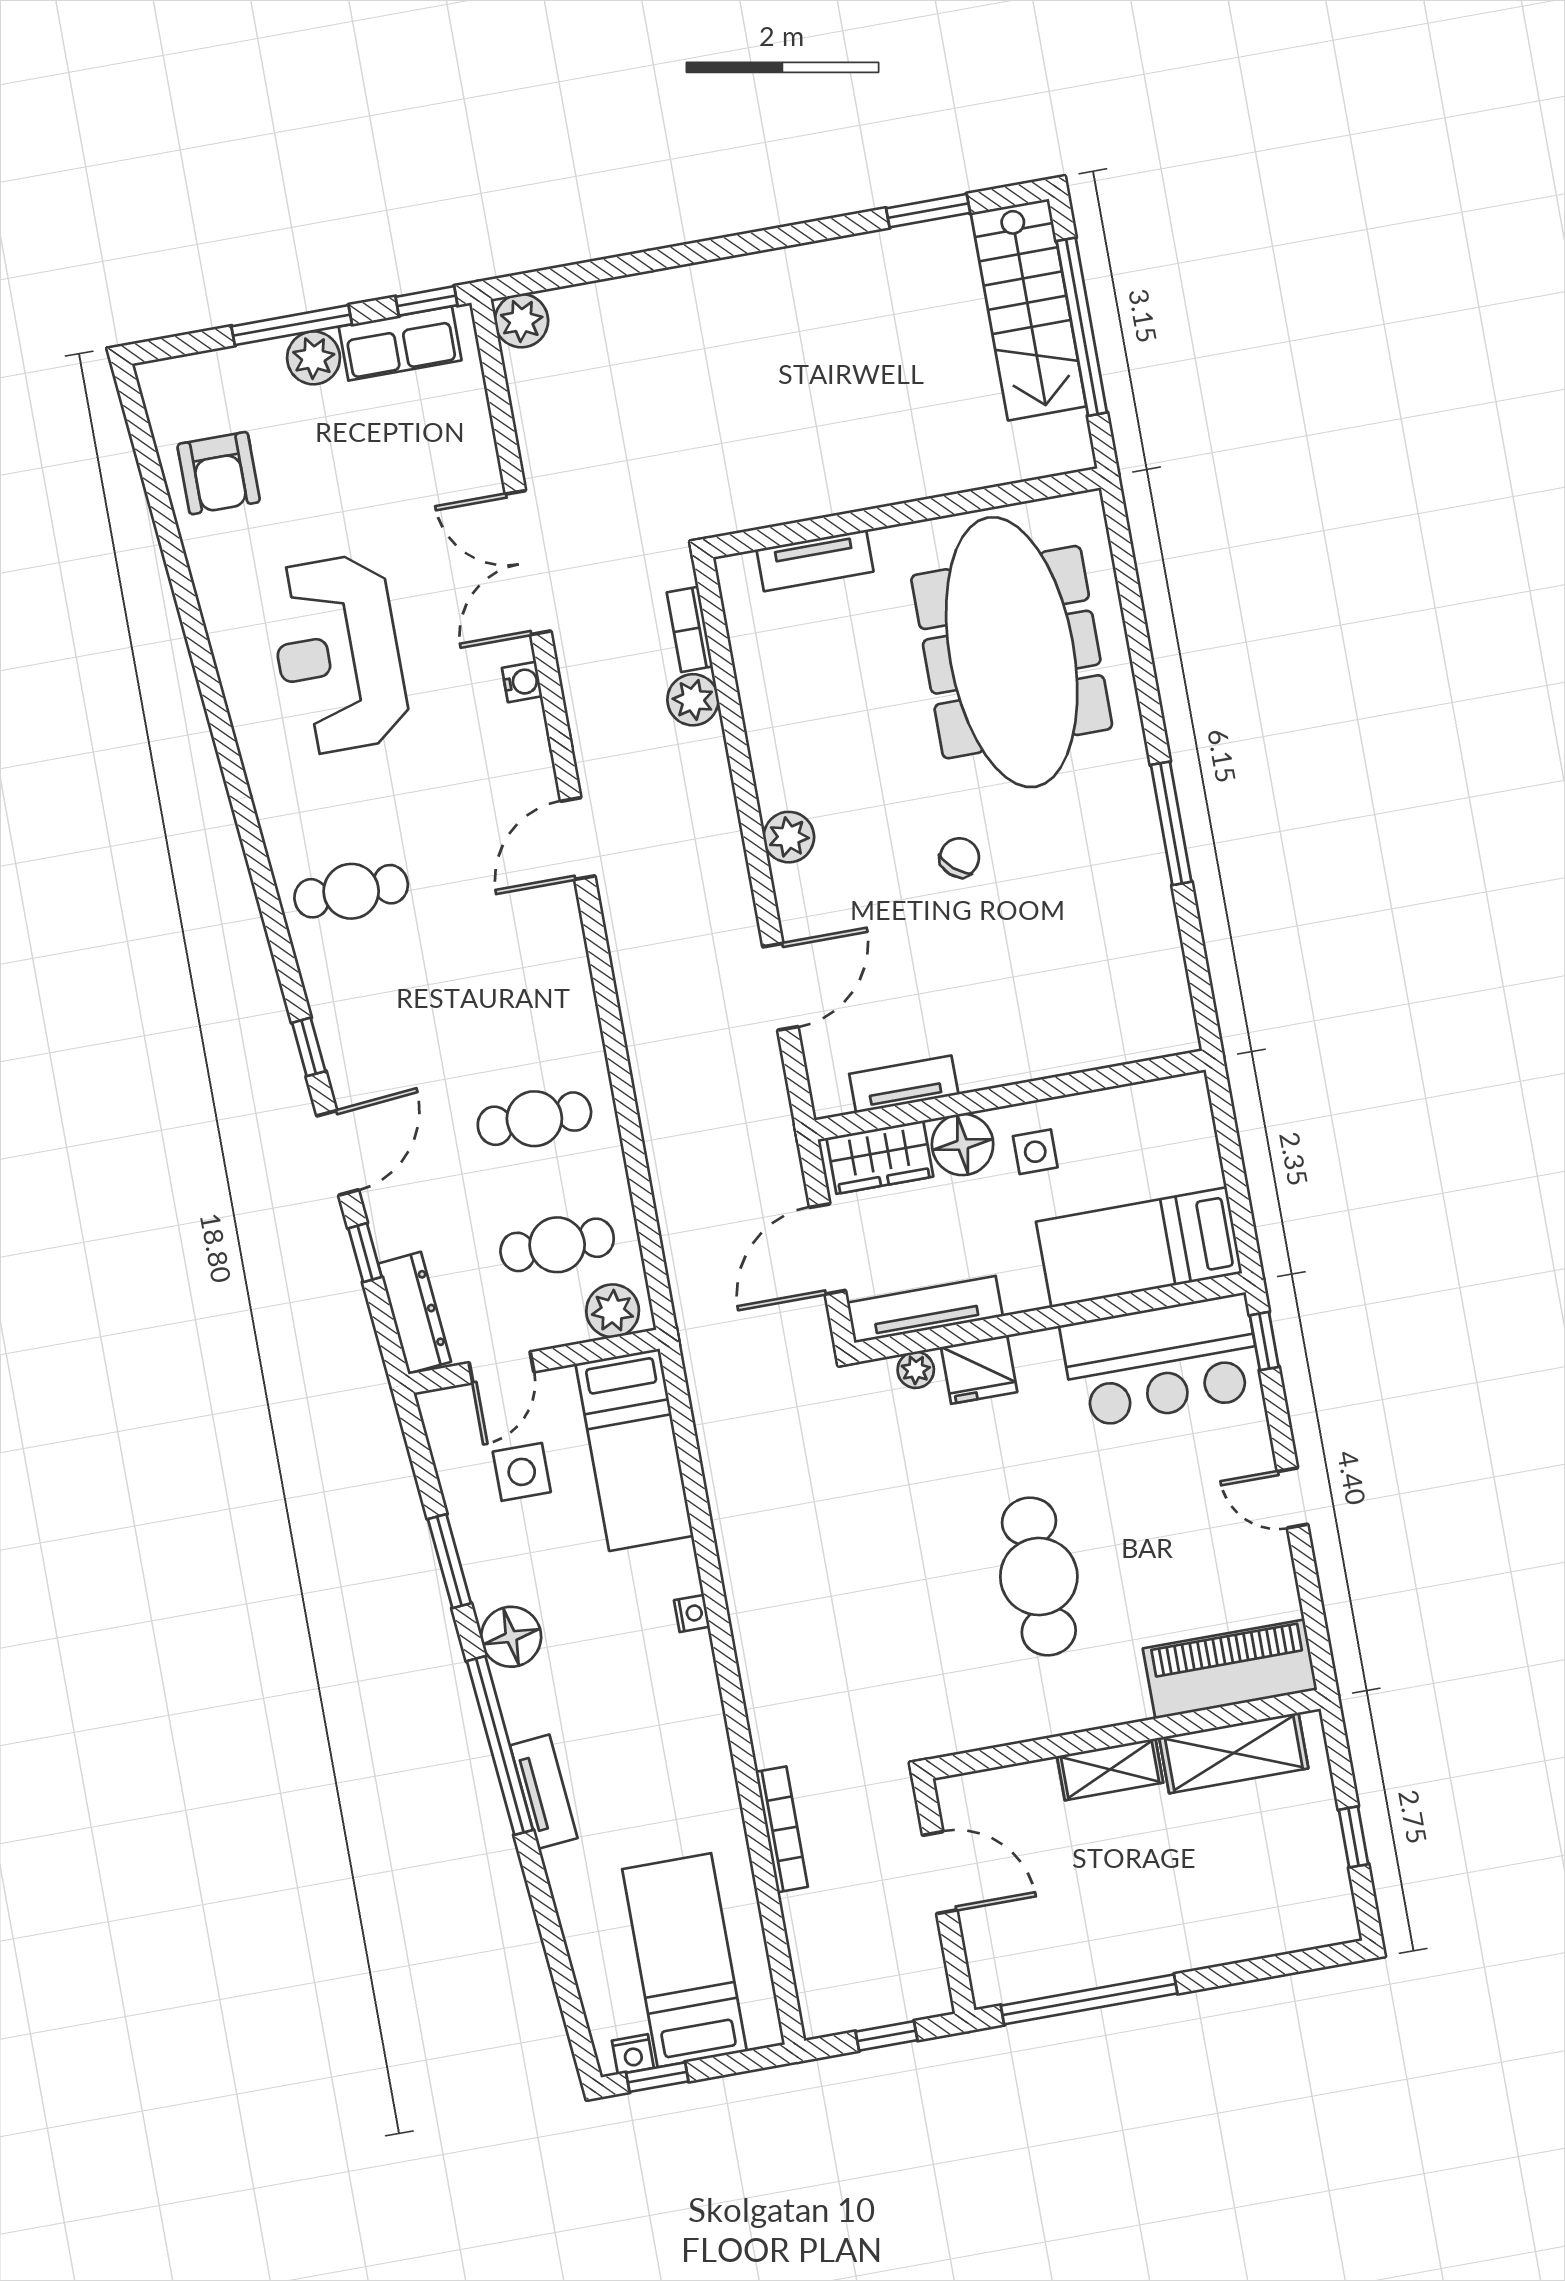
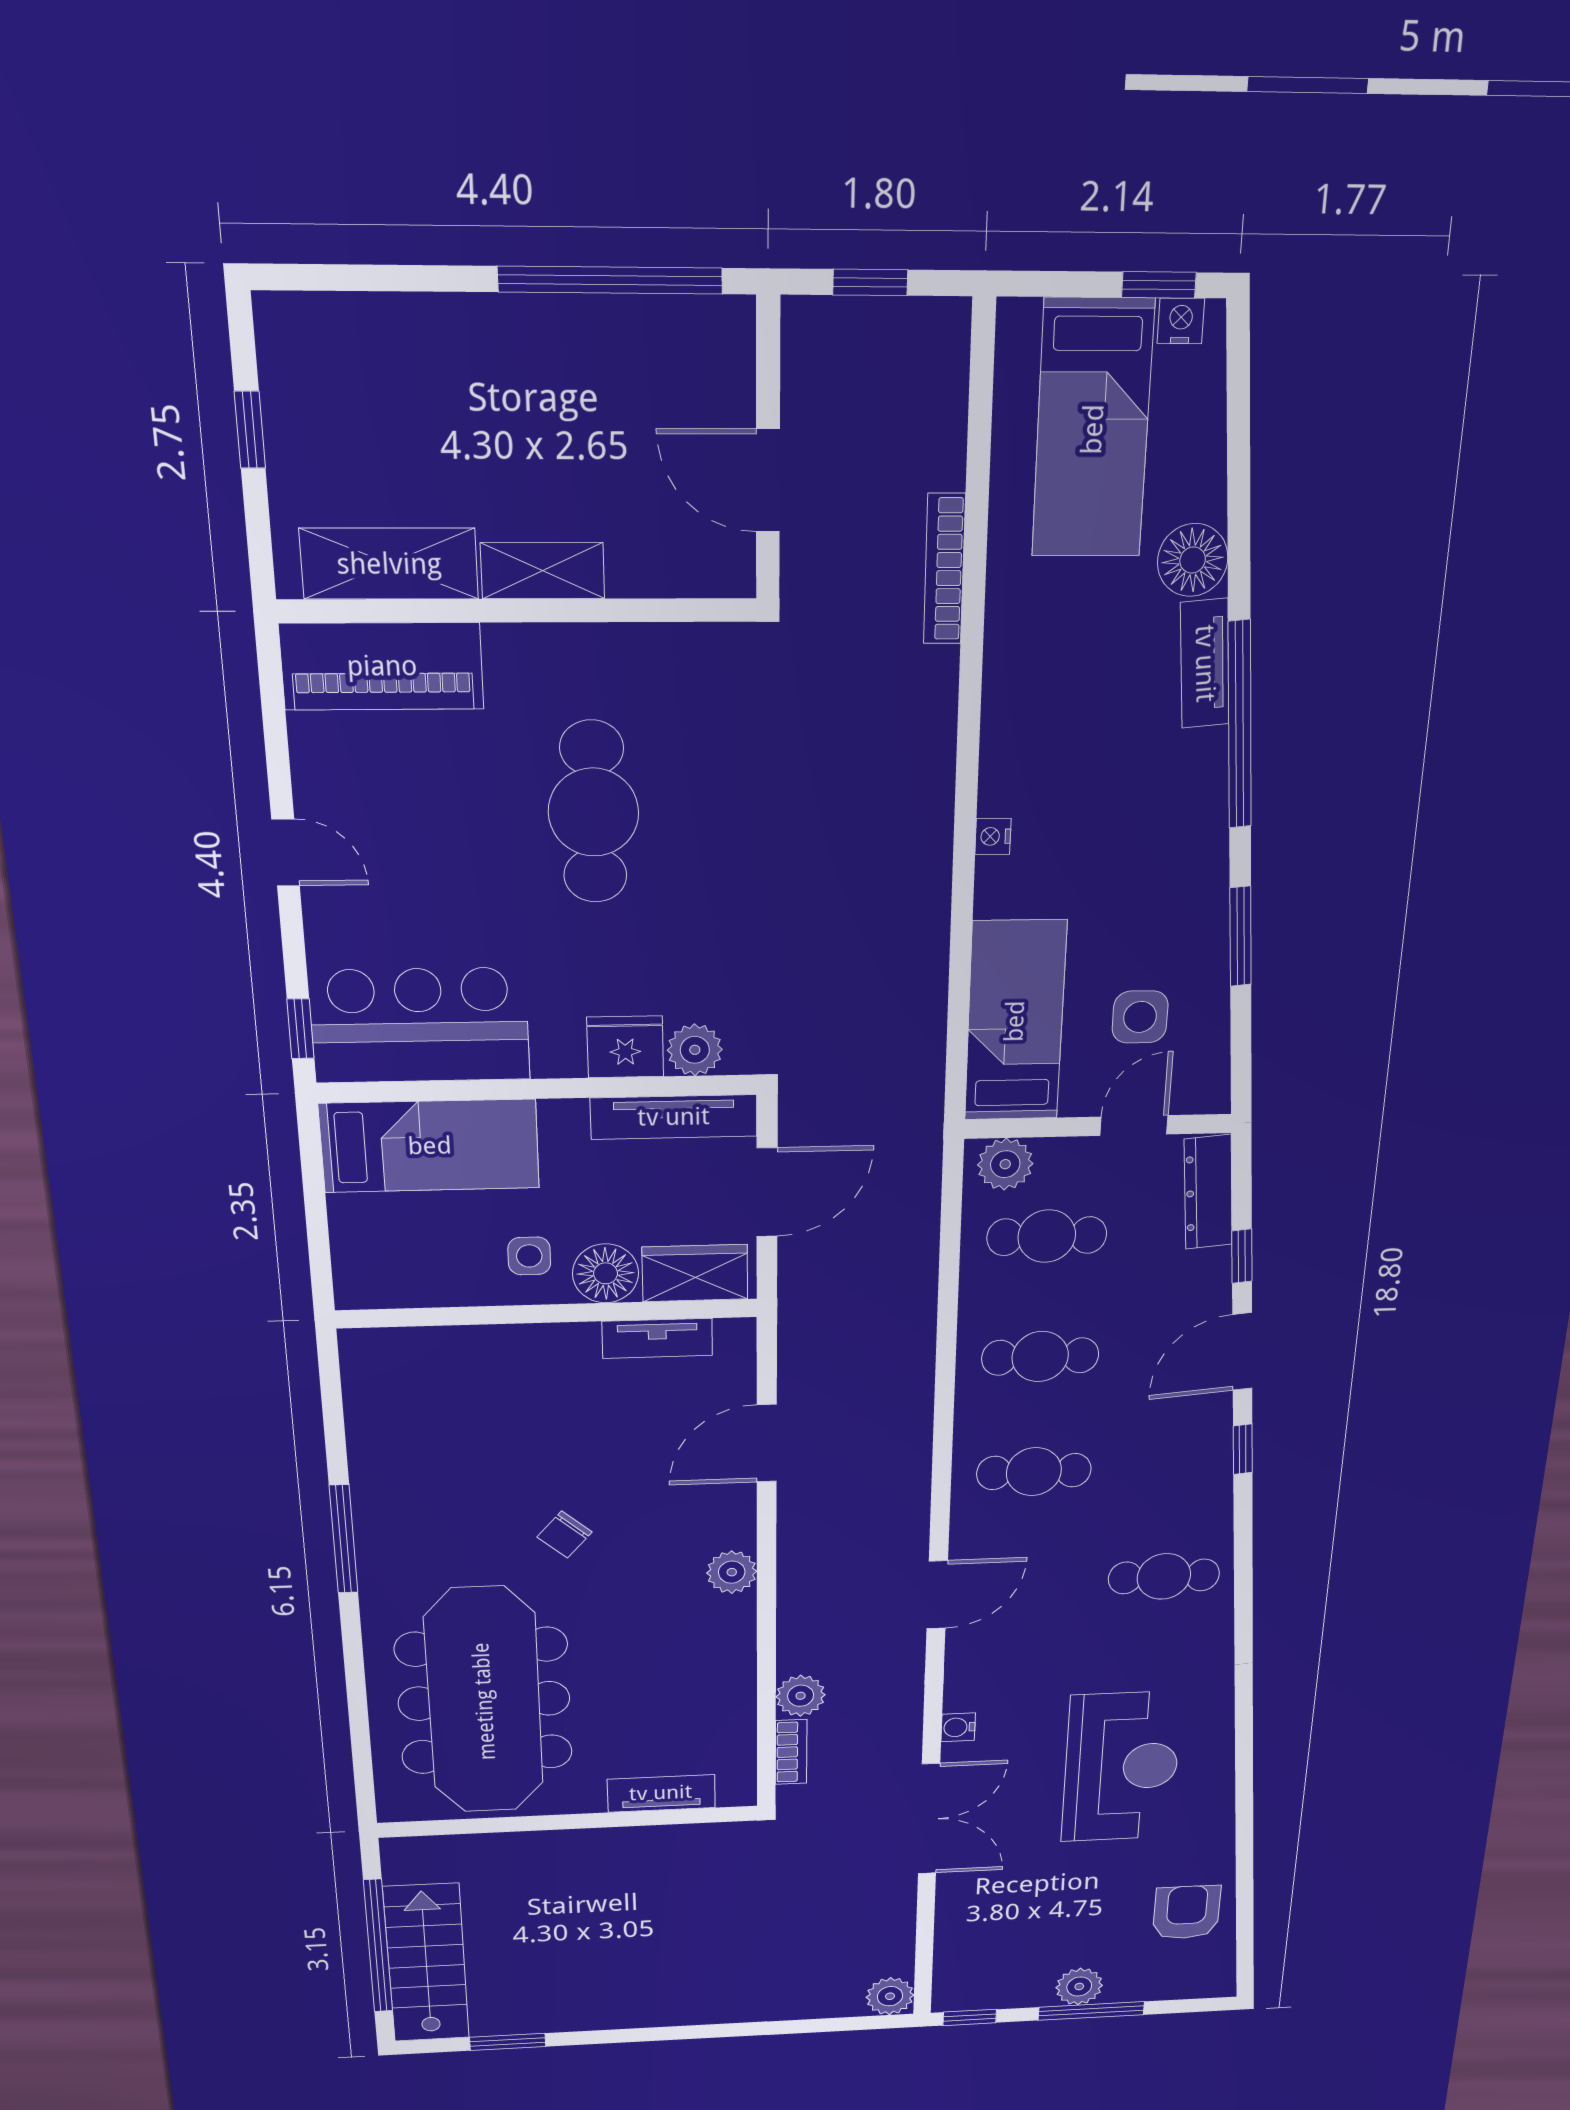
row of seats: (400, 343) -> (1001, 1990), removed
cafe table: (512, 993) -> (1034, 1472), added
plant: (916, 1370) -> (695, 1050), width x1.38, depth x1.38
floor lamp: (511, 1637) -> (1193, 560), moved

